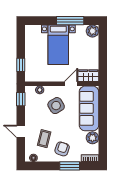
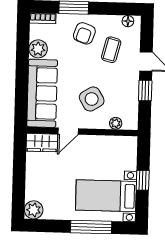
window: (70, 21) -> (91, 227), moved
bed with nightstands: (58, 45) -> (106, 196), moved, turned -90
window: (21, 65) -> (143, 180), moved
window: (21, 99) -> (145, 91), moved

